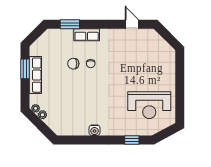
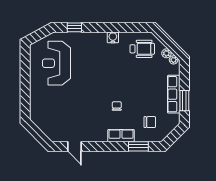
chair: (73, 64) -> (150, 122), moved
reception desk: (149, 105) -> (57, 63), turned -90
wheelchair: (66, 119) -> (142, 49), added

